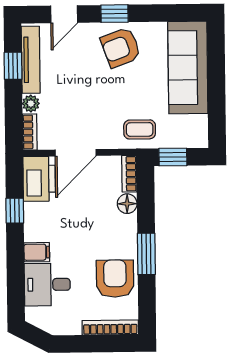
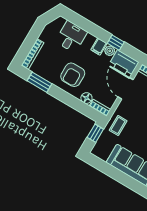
plant: (33, 212) -> (110, 51), added
filing cabinet: (37, 252) -> (99, 47), moved
window: (146, 254) -> (40, 82), moved
armchair: (115, 279) -> (73, 75), moved, turned 90

